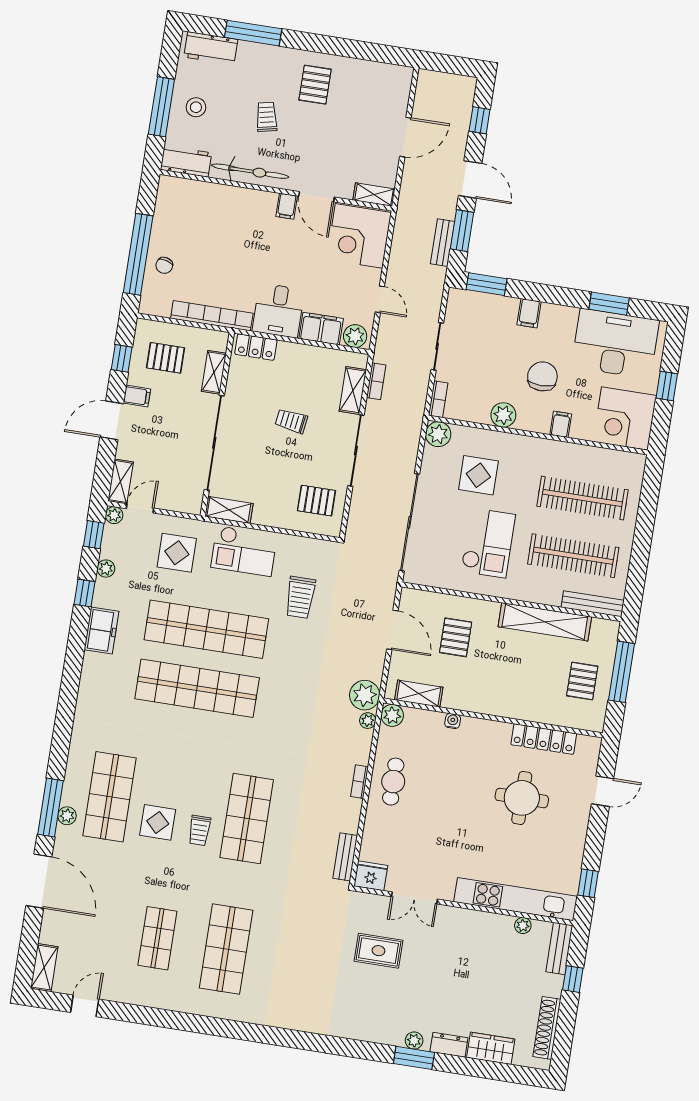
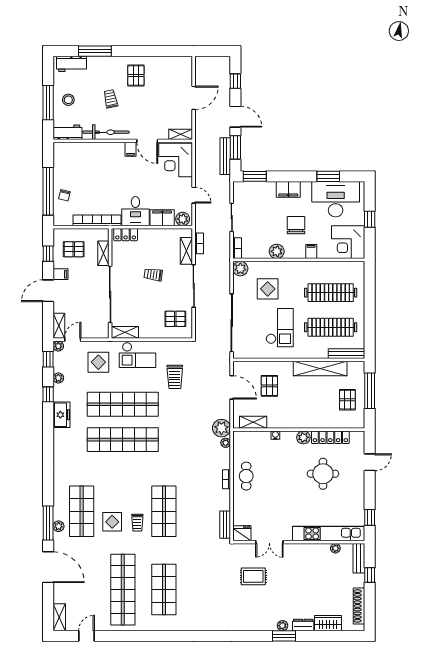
bench: (443, 243) -> (225, 156), width x1.36
filing cabinet: (529, 313) -> (288, 189), width x2.00
plant: (392, 715) -> (303, 437), moved
shop shelf: (157, 938) -> (123, 590), width x2.00, depth x1.36

